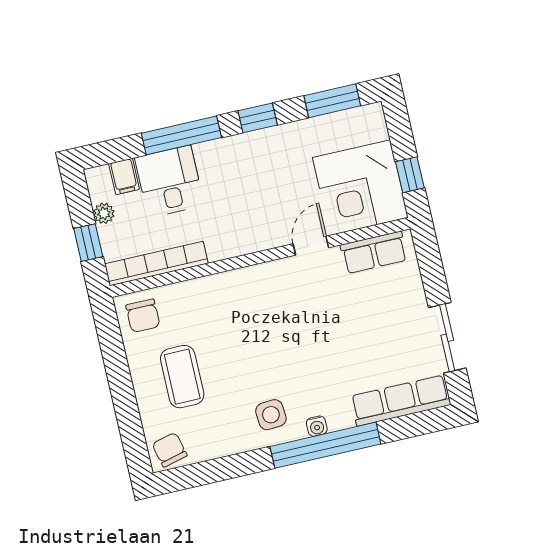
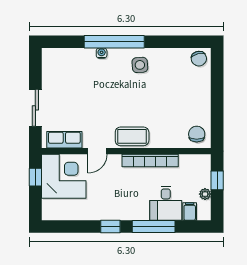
window: (332, 101) -> (68, 227), removed
bookcase: (156, 264) -> (150, 161), moved
sliding door: (447, 338) -> (35, 108), moved
coffee table: (182, 377) -> (132, 136), moved, turned 90
row of seats: (401, 401) -> (68, 57), removed
water cooler: (317, 426) -> (102, 53), moved

